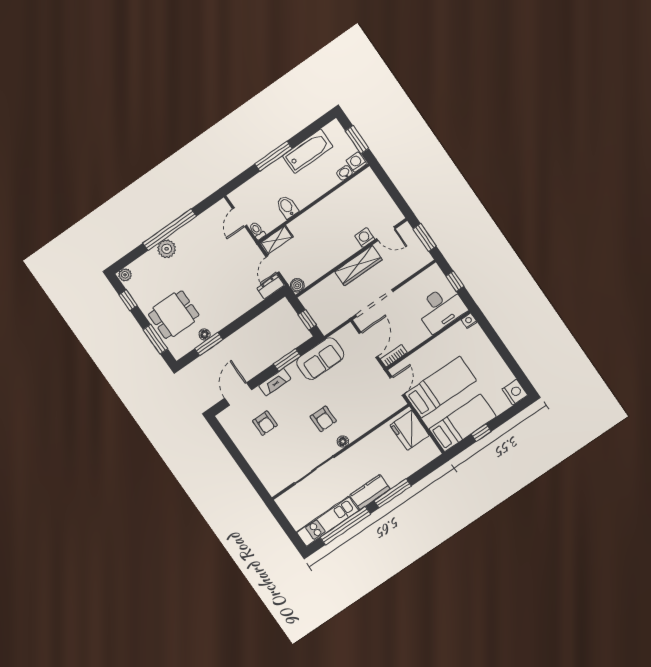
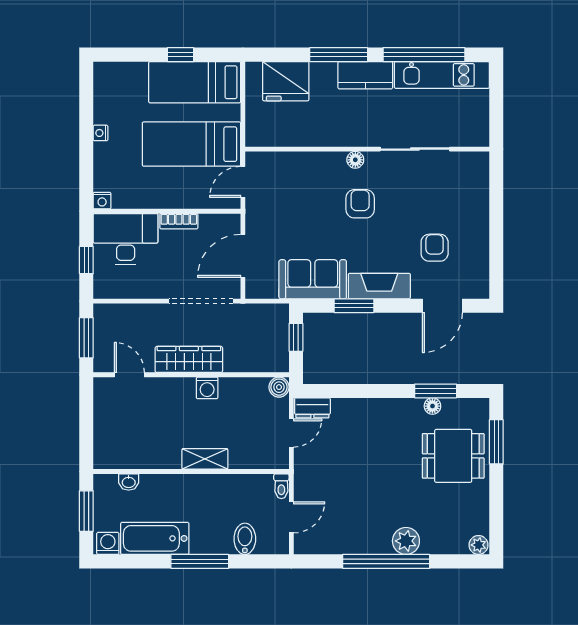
washing machine: (356, 162) -> (108, 543), moved, turned 180
bidet: (287, 207) -> (245, 539), moved, turned 180
washing machine: (365, 238) -> (207, 388), moved
shelving: (276, 240) -> (205, 459), moved
window: (128, 300) -> (496, 512), removed
bookcase: (394, 356) -> (179, 221), moved
fireplace: (275, 382) -> (379, 286), width x1.37, depth x1.32
nightstand: (515, 392) -> (101, 133), moved, width x0.53, depth x0.56
fridge: (410, 430) -> (286, 81), moved, turned 90

